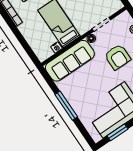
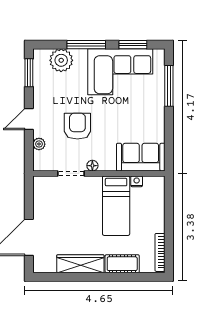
sofa: (70, 61) -> (141, 157), width x0.73
window: (66, 106) -> (169, 86), moved

